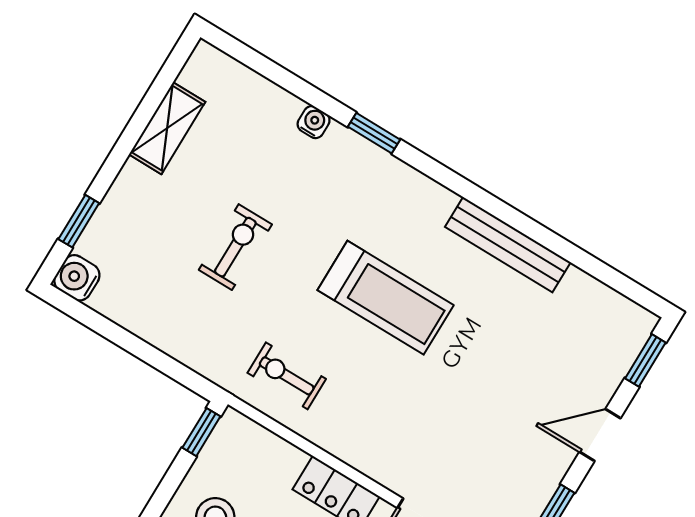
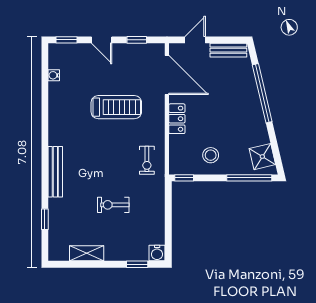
water cooler: (314, 122) -> (54, 75), moved
window: (374, 133) -> (45, 219), moved
bench: (508, 245) -> (55, 172), moved
treadmill: (386, 298) -> (116, 107), moved, turned 90

